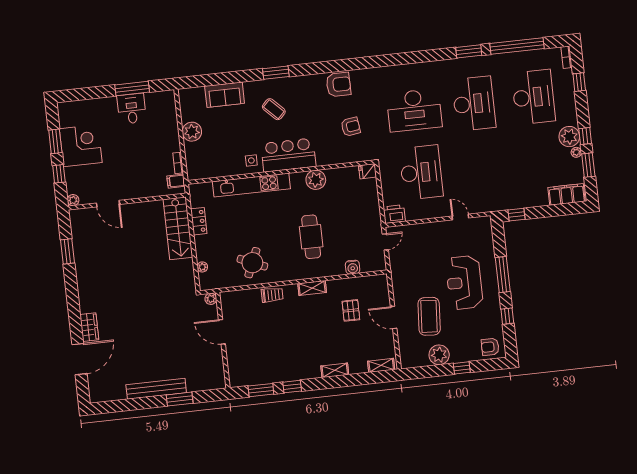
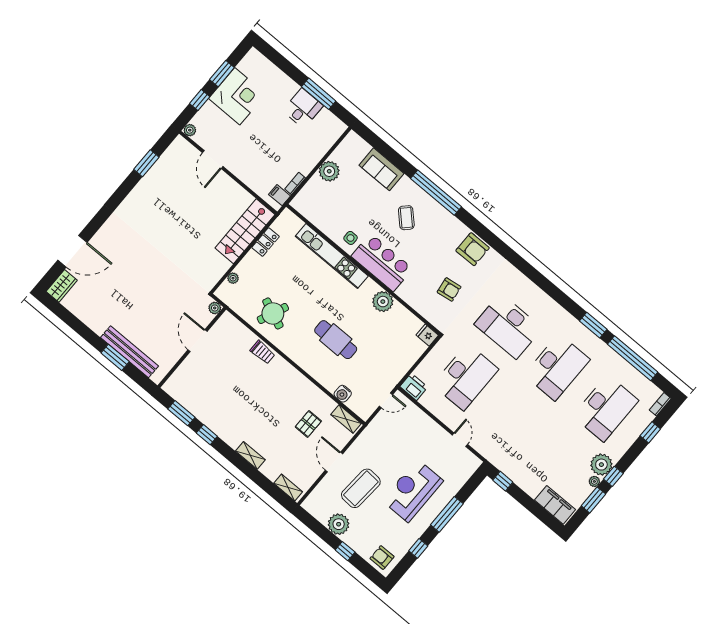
window: (276, 73) -> (436, 193), width x2.11
cafe table: (311, 237) -> (336, 340), turned 90
shelving: (312, 288) -> (346, 419), moved
wardrobe: (89, 327) -> (62, 286), moved
bench: (156, 389) -> (130, 352), moved

